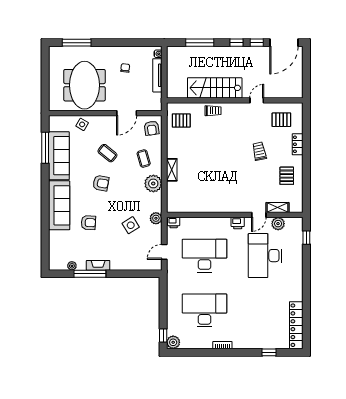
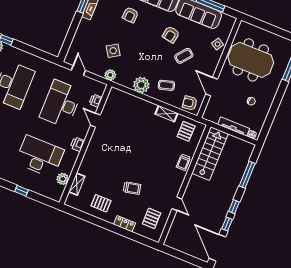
stairs: (215, 88) -> (210, 153), moved
shelving: (172, 170) -> (166, 114), moved
armchair: (101, 183) -> (171, 34), moved
door: (259, 215) -> (95, 120), moved
printer: (174, 223) -> (96, 101), moved
window: (306, 238) -> (22, 191), moved
desk: (204, 256) -> (61, 104), turned 180

